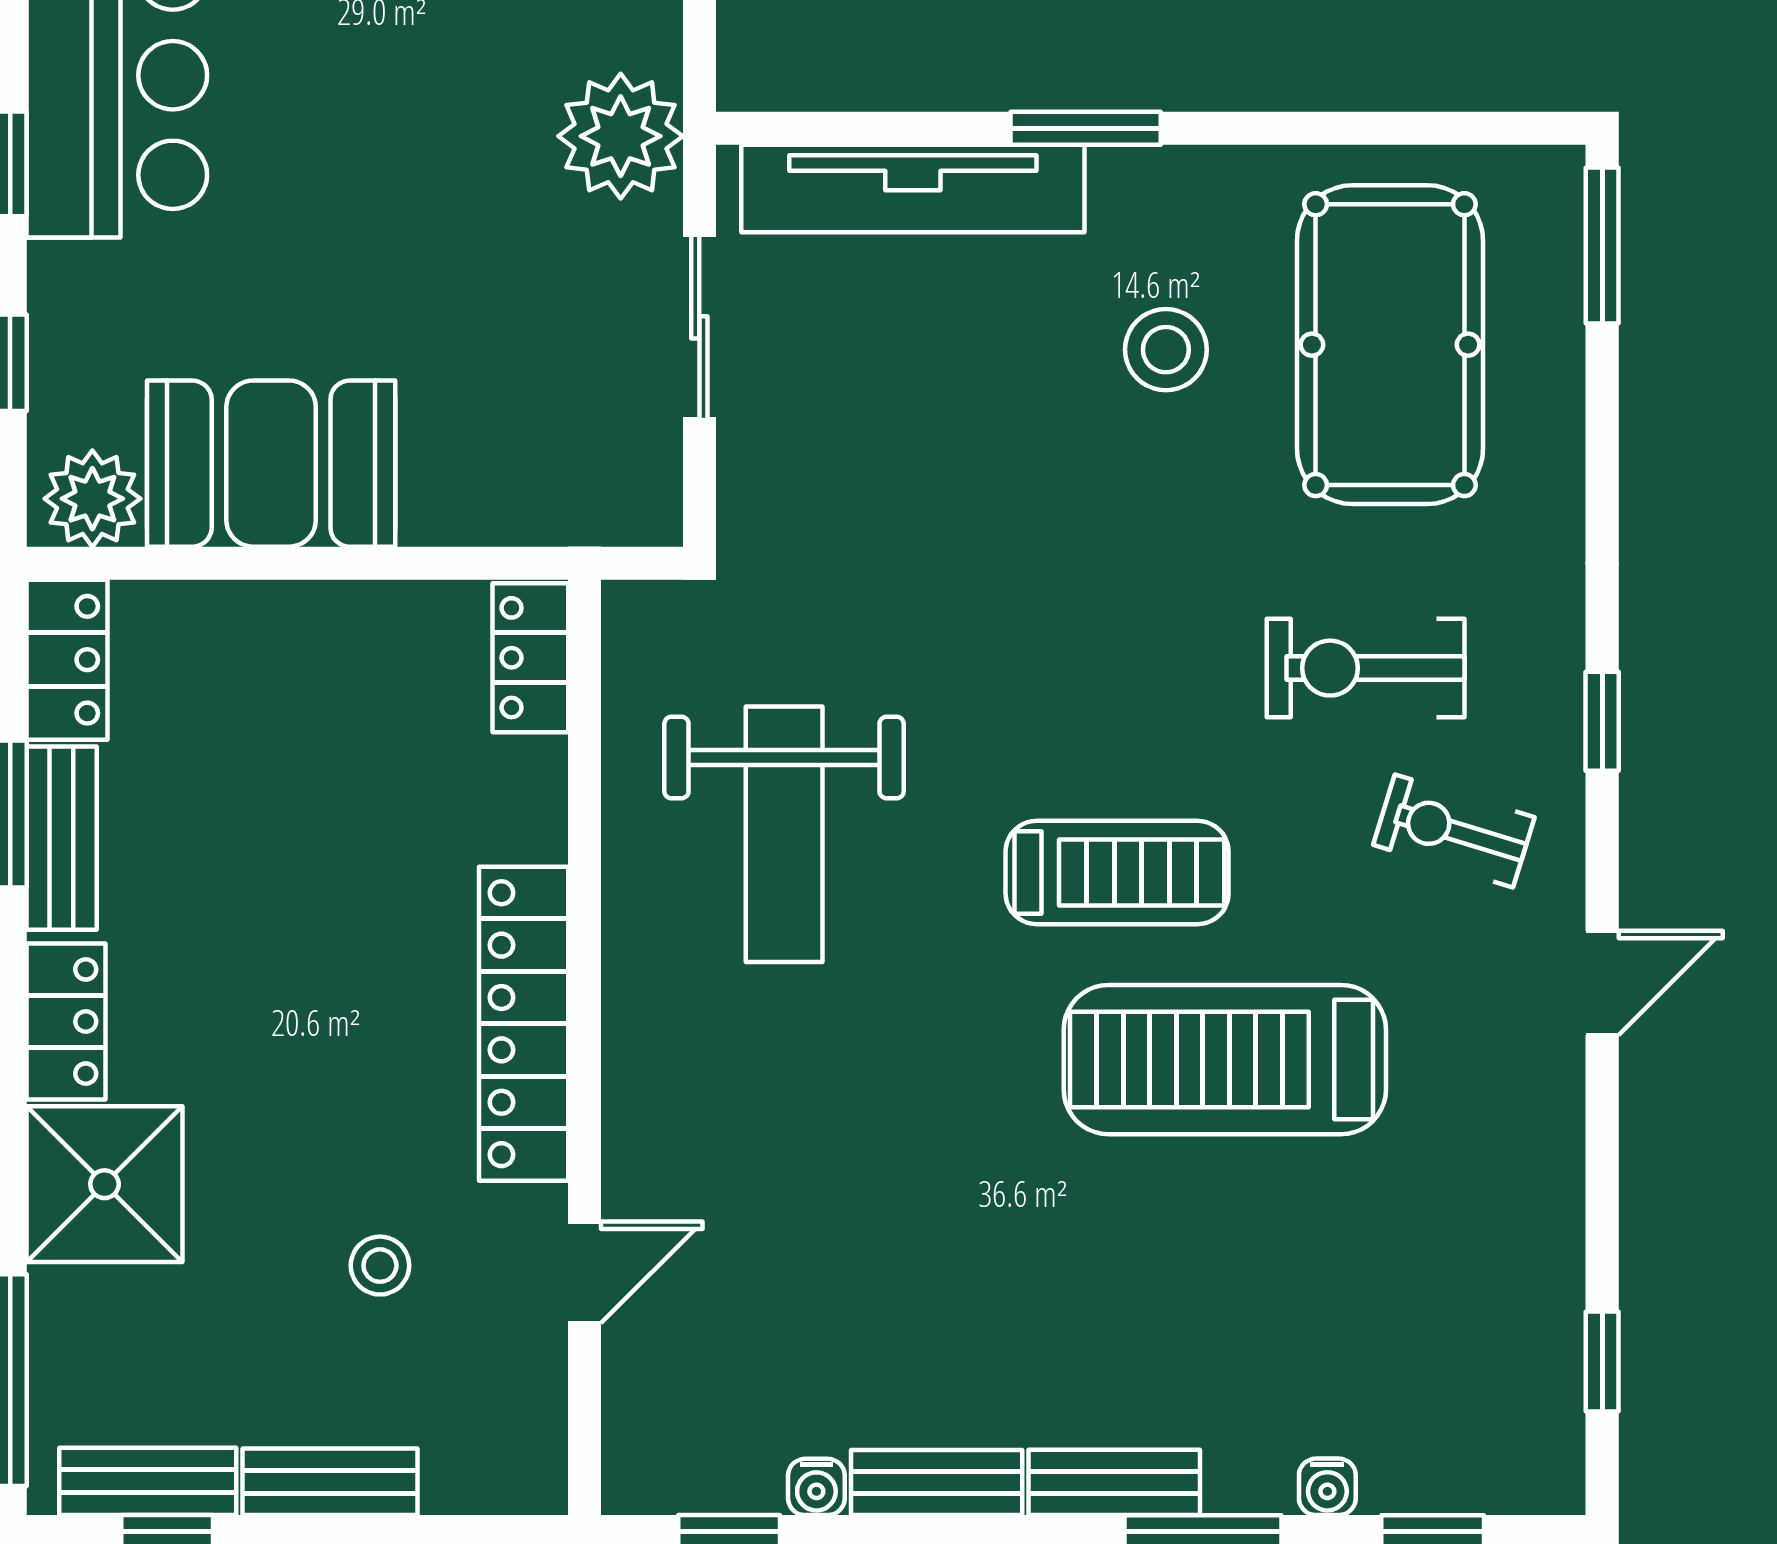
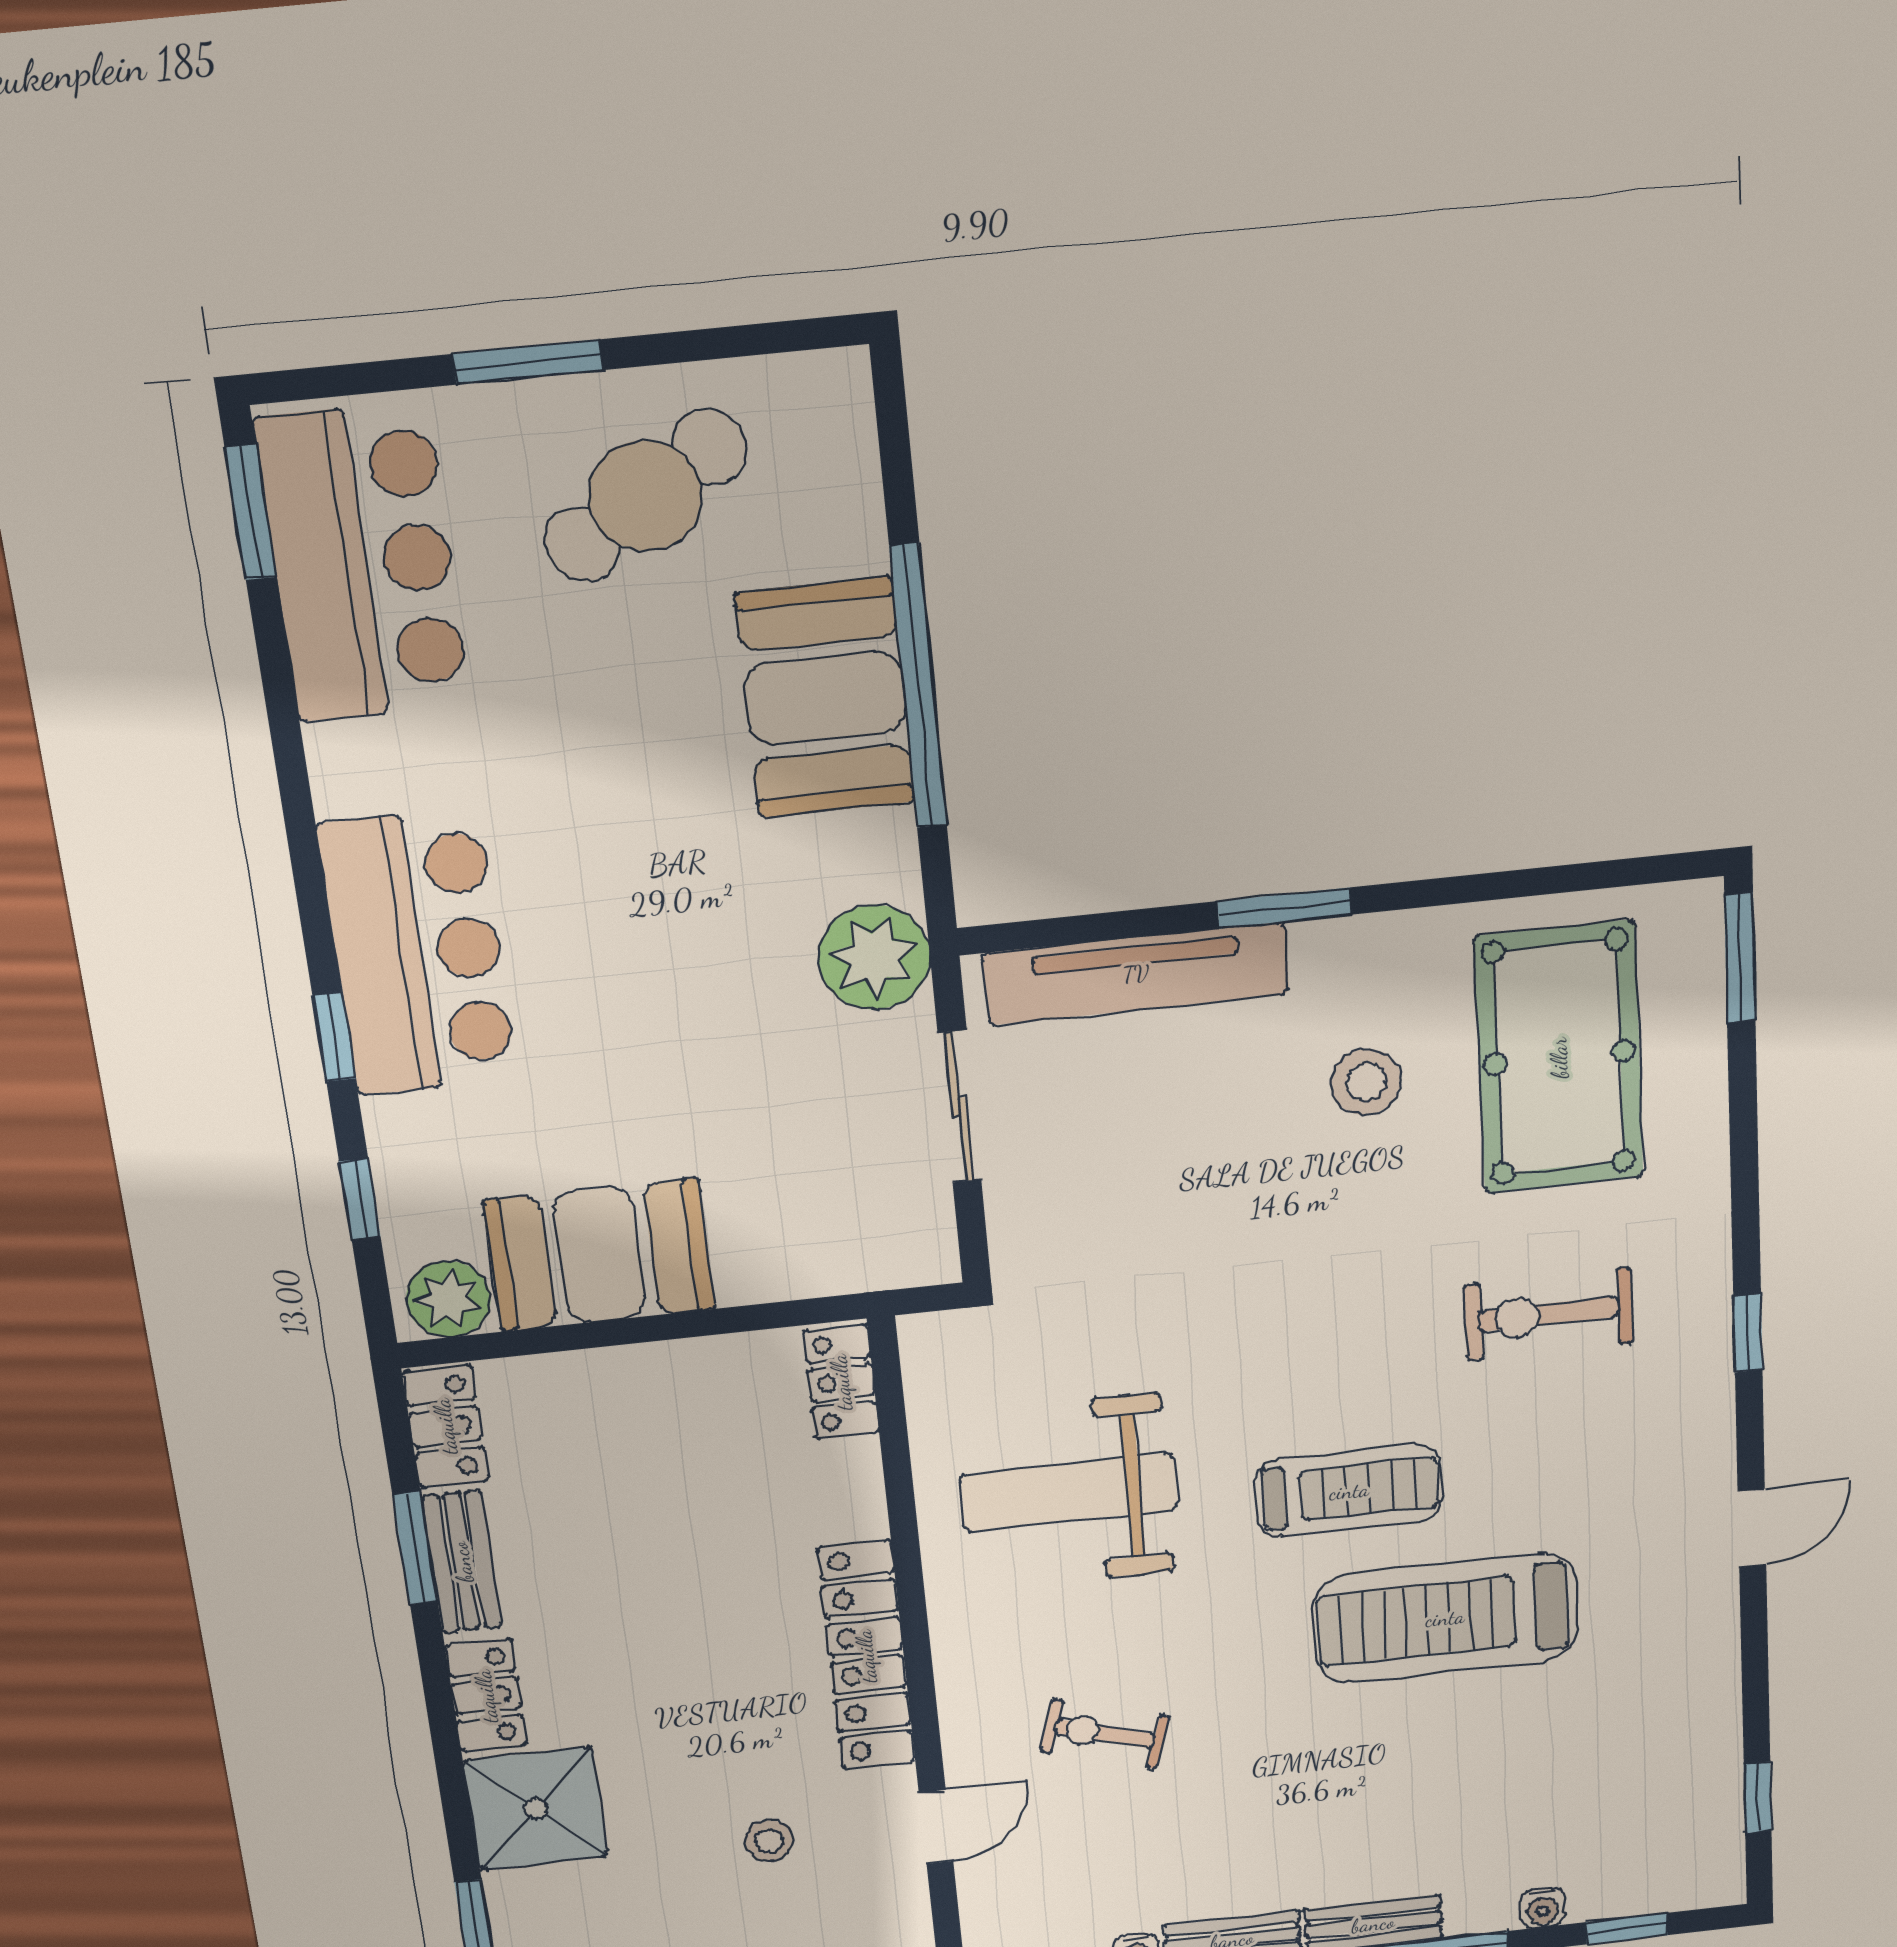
exercise bike: (1454, 831) -> (1105, 1734), moved
weight bench: (784, 834) -> (1069, 1493), turned 90

